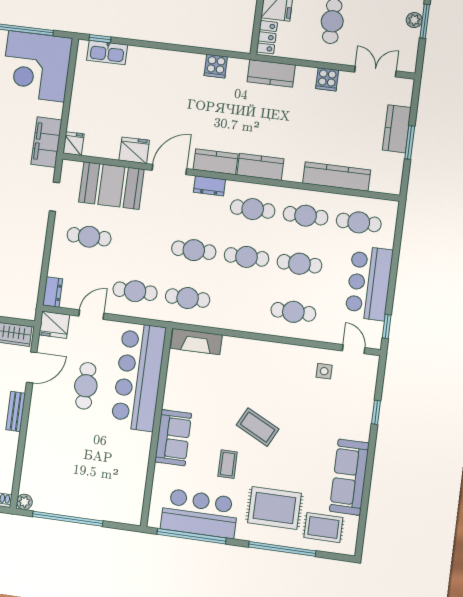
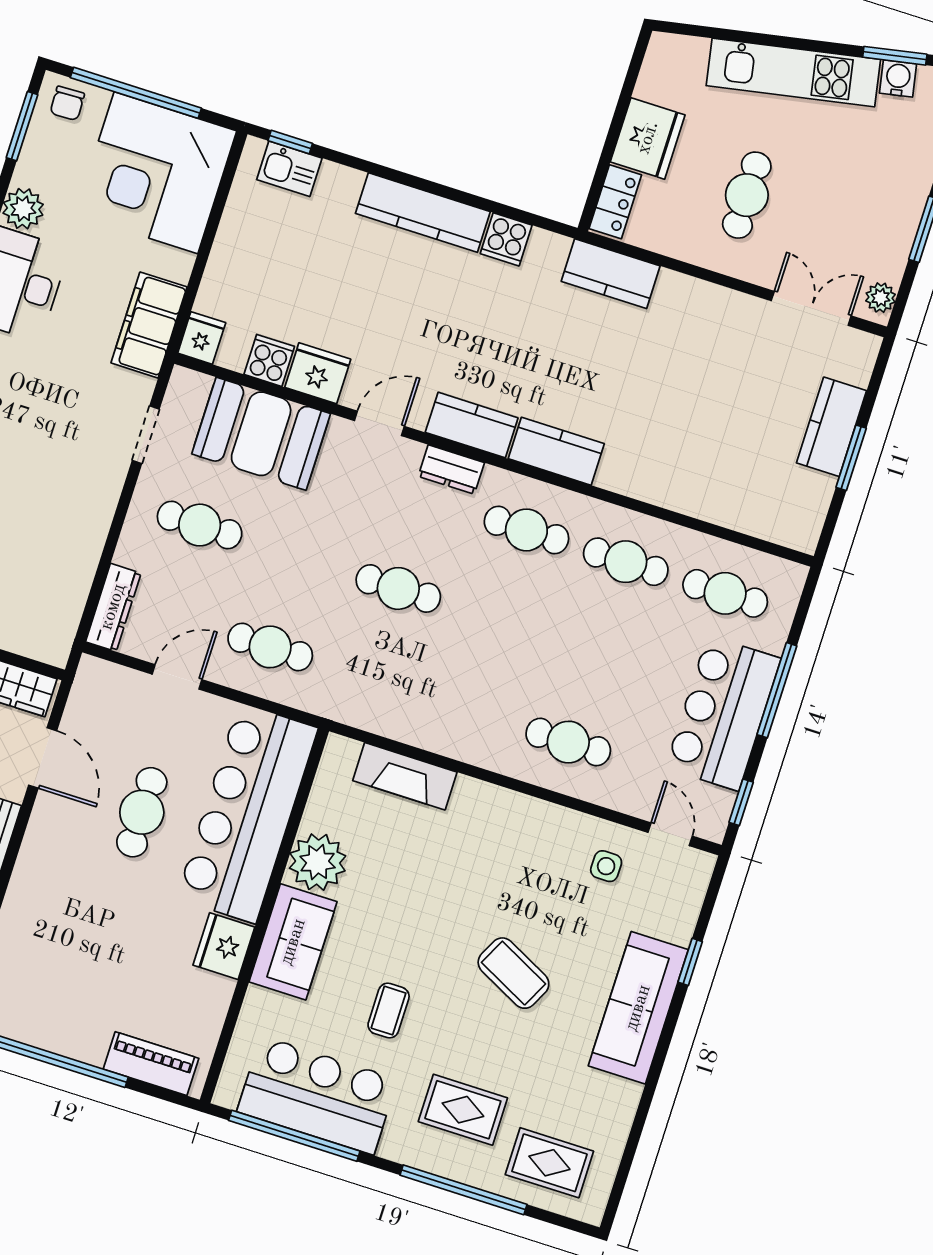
plant: (414, 20) -> (881, 298), moved
kitchen sink: (107, 52) -> (289, 169), width x0.73
cooker: (327, 79) -> (269, 360), moved, turned 180
door: (169, 169) -> (379, 423), width x0.73
kitchen counter: (337, 177) -> (423, 213), moved, turned 180
cafe table: (246, 257) -> (498, 620), removed
cafe table: (299, 264) -> (597, 652), removed
window: (394, 266) -> (777, 690), added
dresser: (53, 292) -> (113, 607), width x1.44
cafe table: (188, 298) -> (370, 679), removed
fridge: (54, 325) -> (224, 946), moved, turned 90
fireplace: (196, 342) -> (405, 776), moved
door: (32, 367) -> (43, 758), hinge flipped
plant: (178, 395) -> (318, 862), added
coffee table: (258, 427) -> (513, 973), moved
sofa: (349, 477) -> (638, 1008), moved
rug: (274, 508) -> (463, 1110), width x0.73, depth x0.70
piano: (113, 512) -> (151, 1064), added

